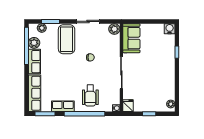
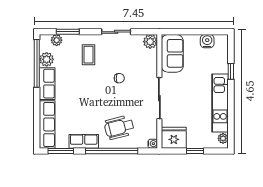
water cooler: (170, 29) -> (207, 41), moved
coffee table: (67, 39) -> (88, 55), width x0.54, depth x0.58
kitchen unit: (168, 77) -> (220, 103), added
wheelchair: (90, 96) -> (119, 127), turned 76
fridge: (128, 106) -> (174, 138), width x1.88, depth x1.34

